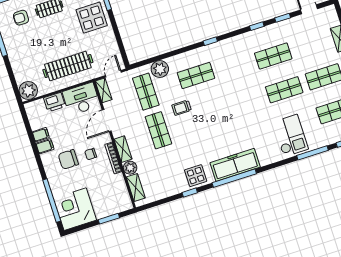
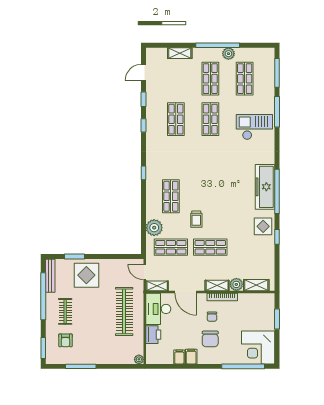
plant: (28, 90) -> (139, 359), width x0.53, depth x0.53

